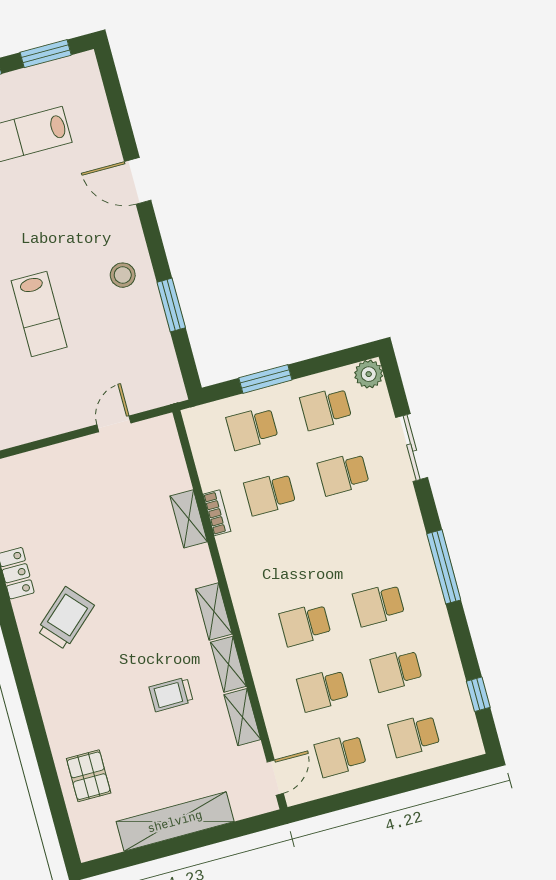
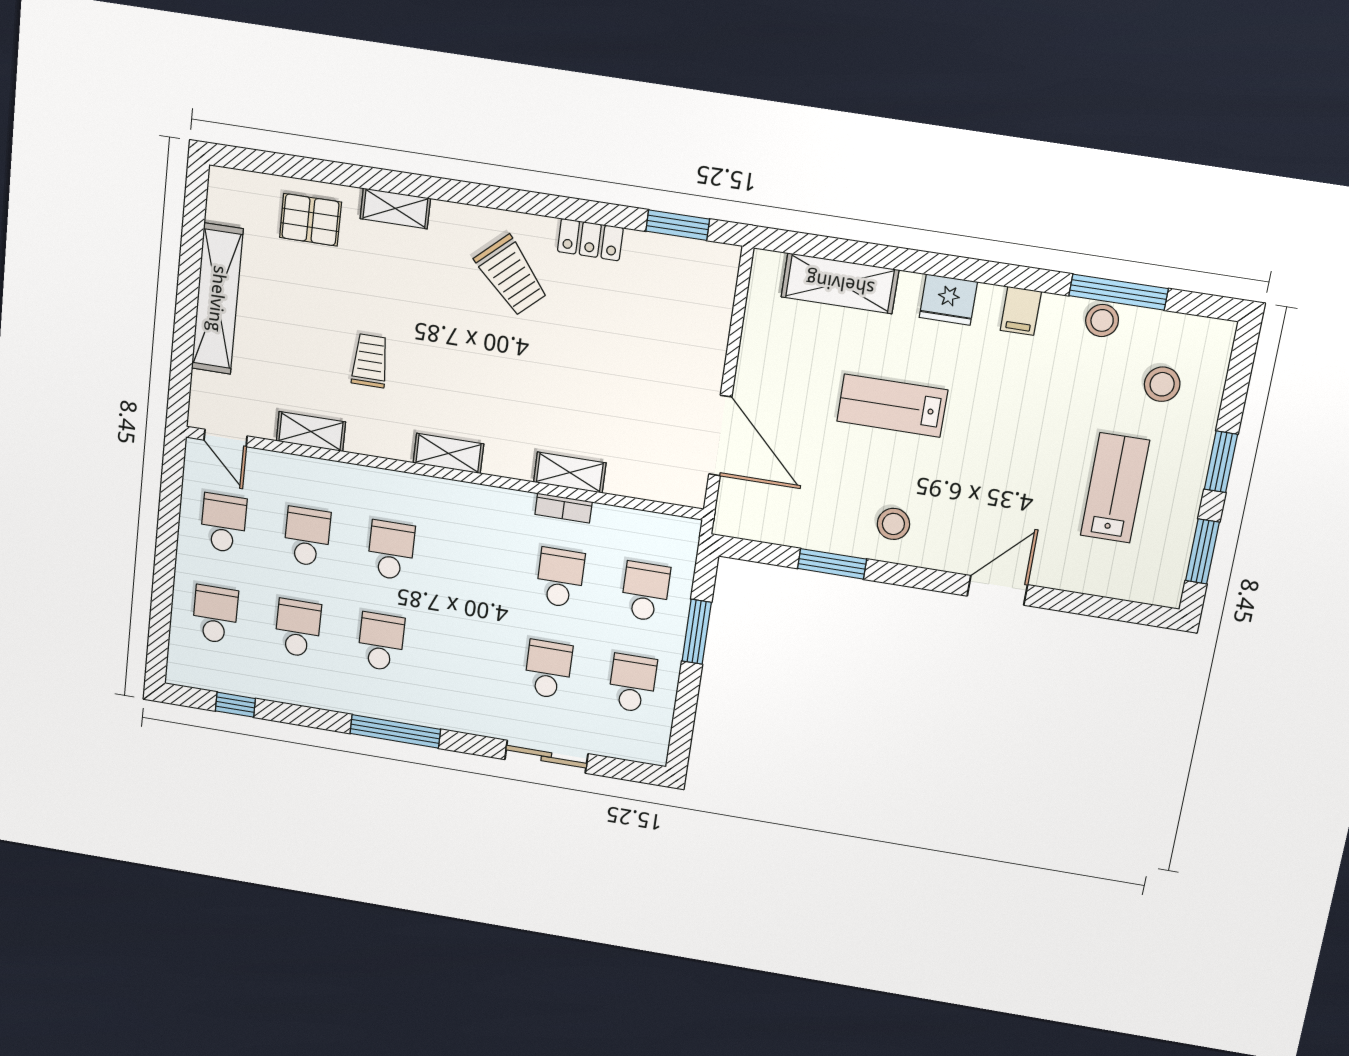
plant: (369, 374) -> (651, 747), removed
door: (114, 424) -> (720, 436), width x1.88
shelving: (228, 664) -> (395, 208), moved

